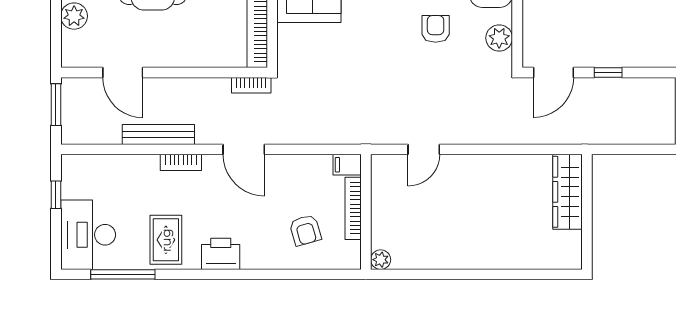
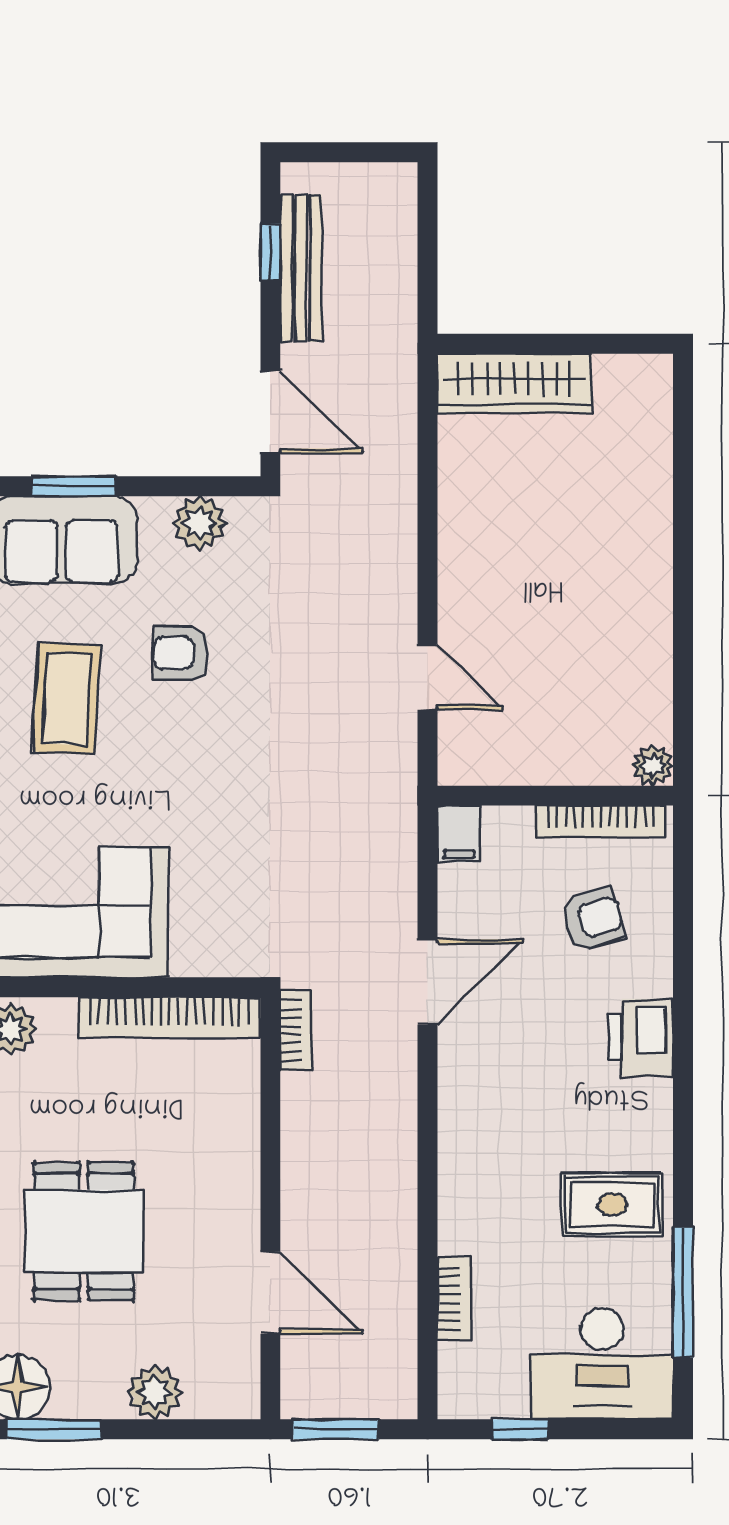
door: (123, 73) -> (270, 1293), hinge flipped
window: (608, 73) -> (270, 252), moved
bench: (158, 135) -> (301, 268), moved
door: (244, 149) -> (428, 982), moved
bookcase: (181, 162) -> (454, 1298), moved
bookcase: (353, 208) -> (601, 822), moved
printer: (221, 254) -> (641, 1038), moved

